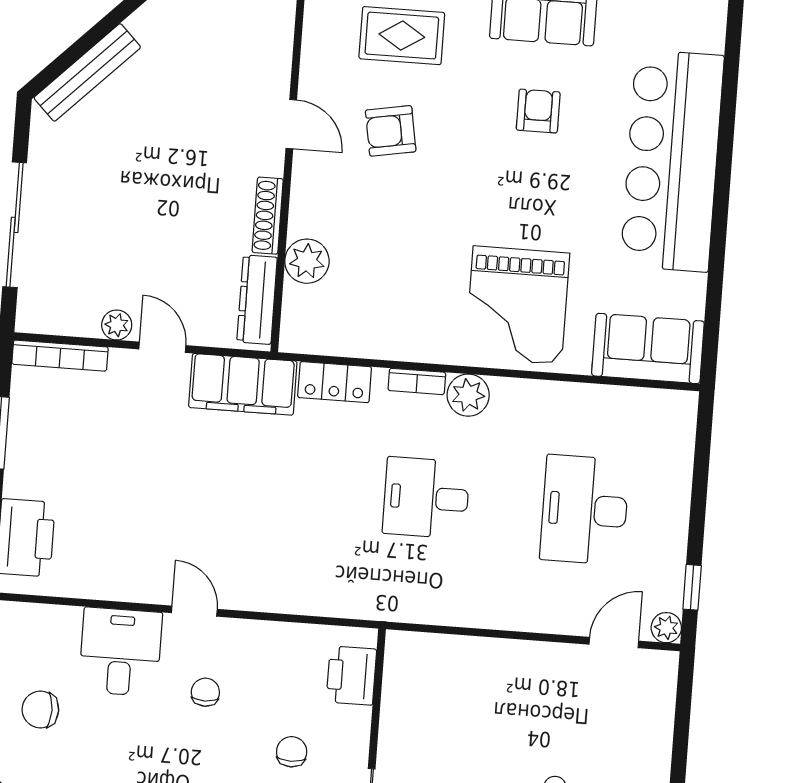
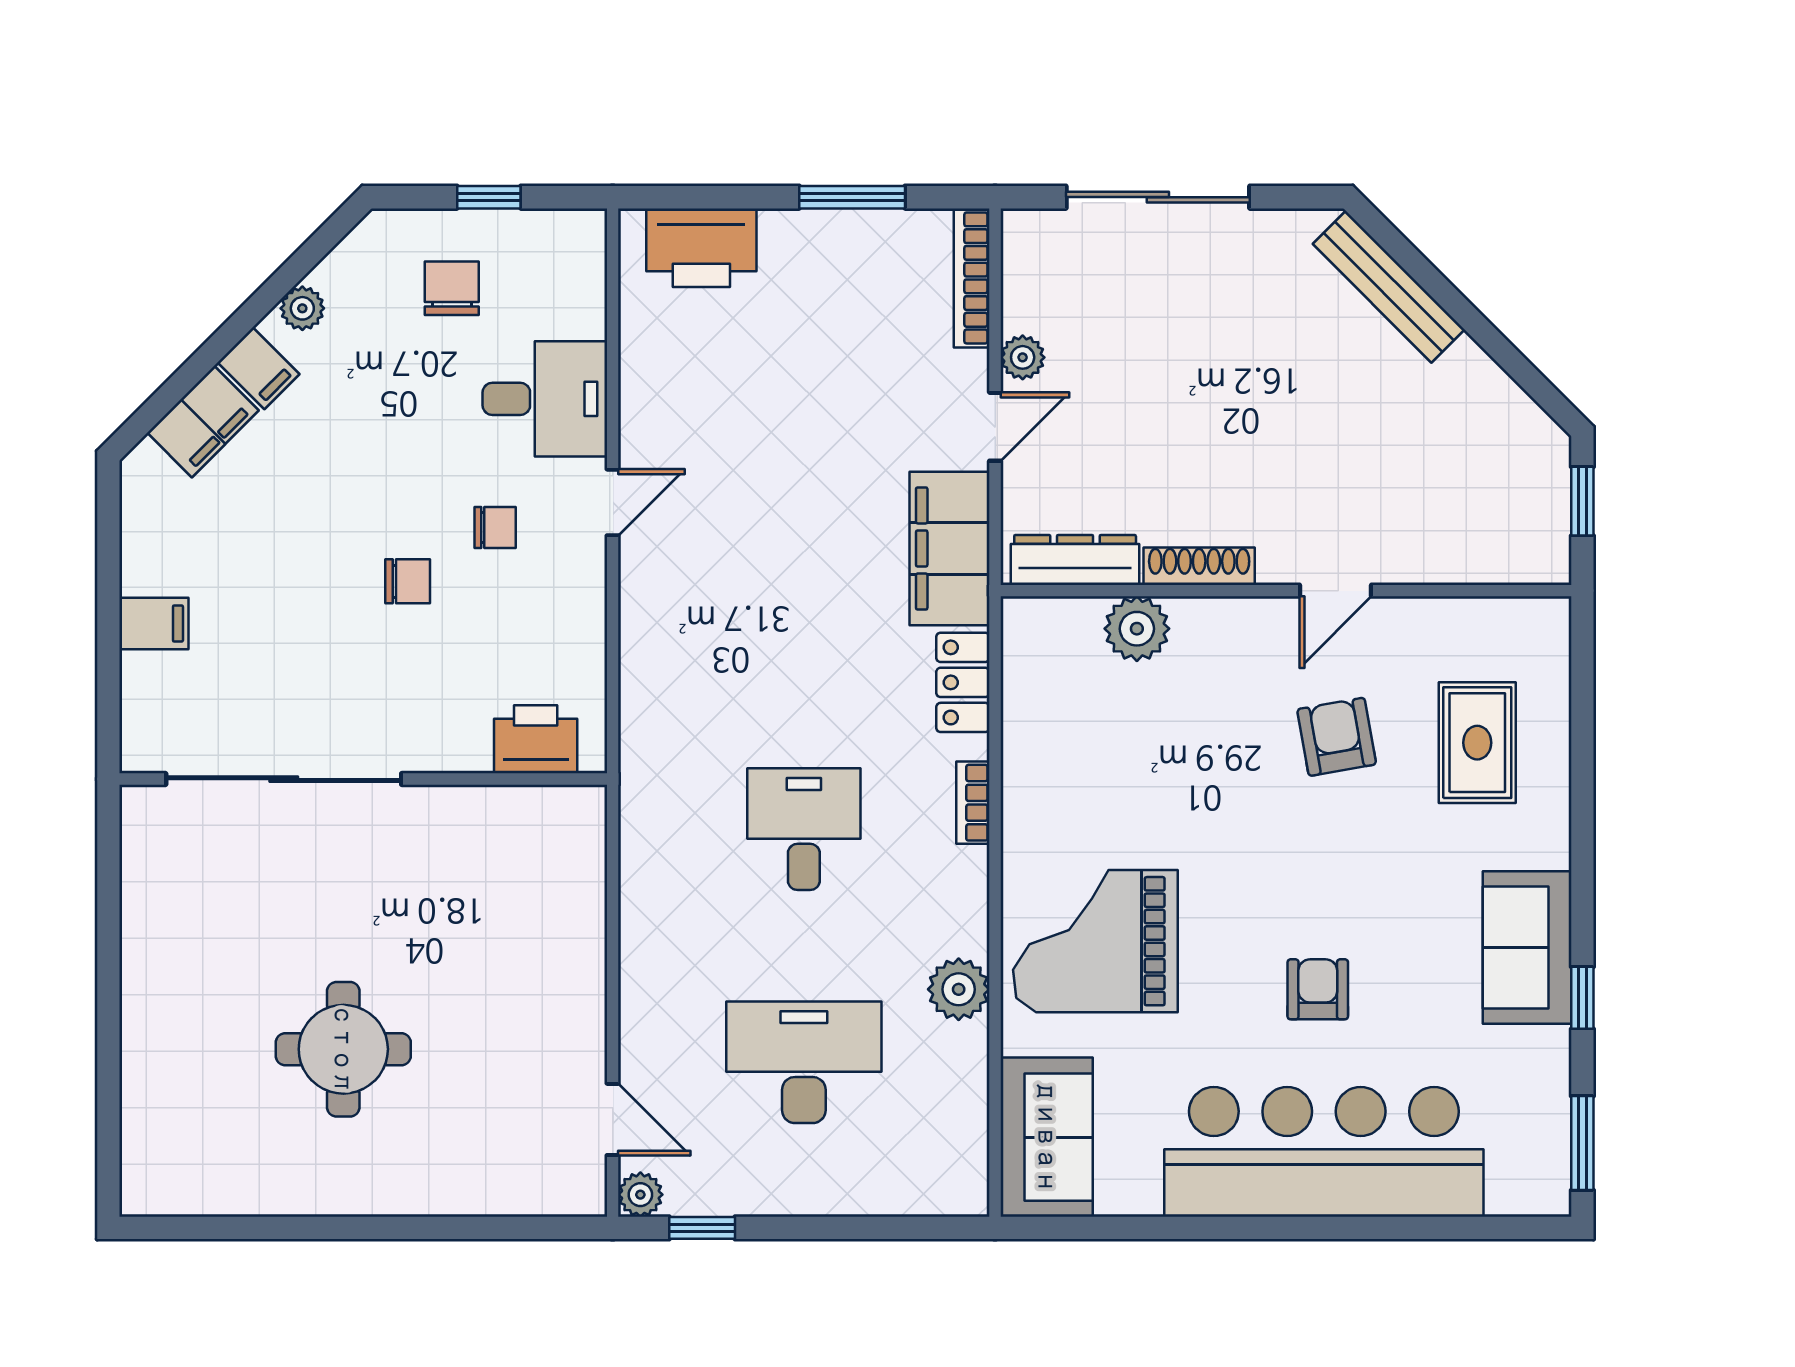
armchair: (538, 111) -> (1318, 989), moved, turned -90
plant: (468, 395) -> (959, 989), moved
chair: (292, 752) -> (408, 581), moved

